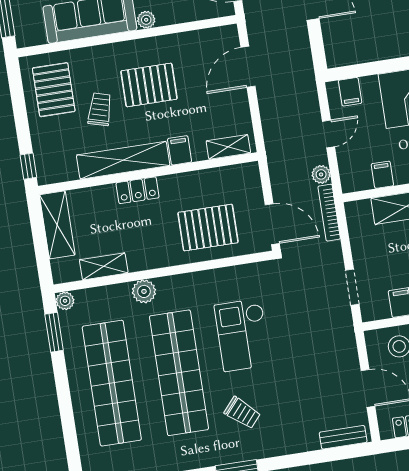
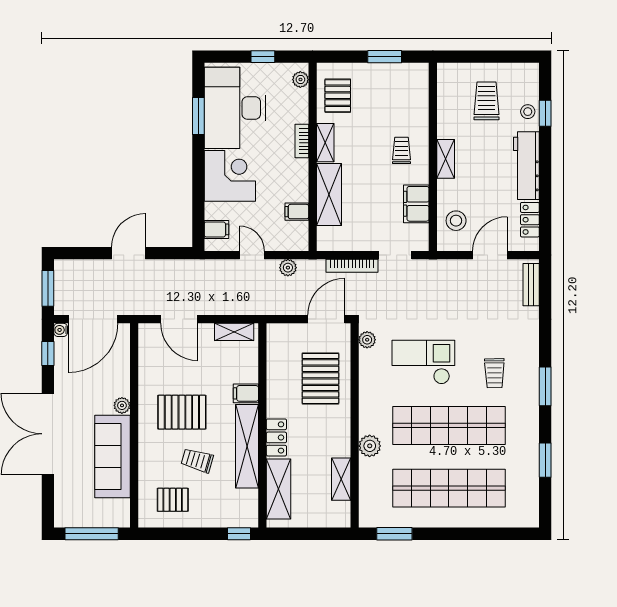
pallet: (149, 85) -> (182, 412), turned 90
pallet: (54, 90) -> (173, 500), width x0.67, depth x0.71
shelving: (228, 147) -> (234, 332), moved, turned 90
bookcase: (329, 213) -> (352, 266), moved
shelving: (57, 225) -> (279, 489), moved, turned 90
plant: (65, 301) -> (367, 340), moved
checkout: (242, 335) -> (423, 362), turned 180
trolley: (242, 413) -> (494, 373), turned 138

